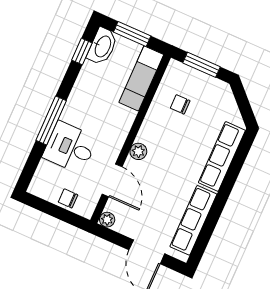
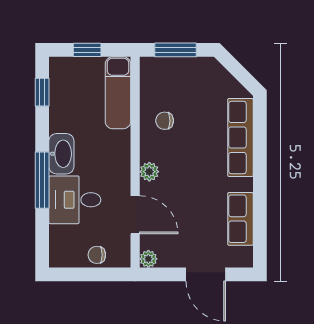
window: (132, 34) -> (87, 50), width x0.67
washbasin: (102, 46) -> (61, 154), moved
chair: (180, 104) -> (165, 121), moved
row of seats: (193, 220) -> (240, 219), width x0.68

